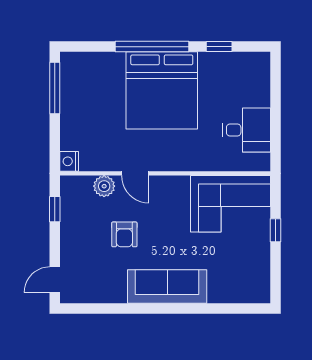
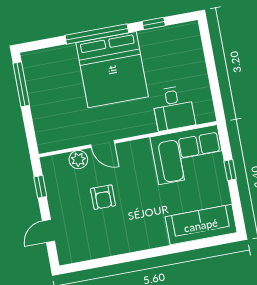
desk: (247, 130) -> (173, 108), moved, turned 90
nightstand: (69, 161) -> (45, 144), removed
door: (55, 280) -> (48, 231), moved
sofa: (167, 287) -> (201, 225), moved

